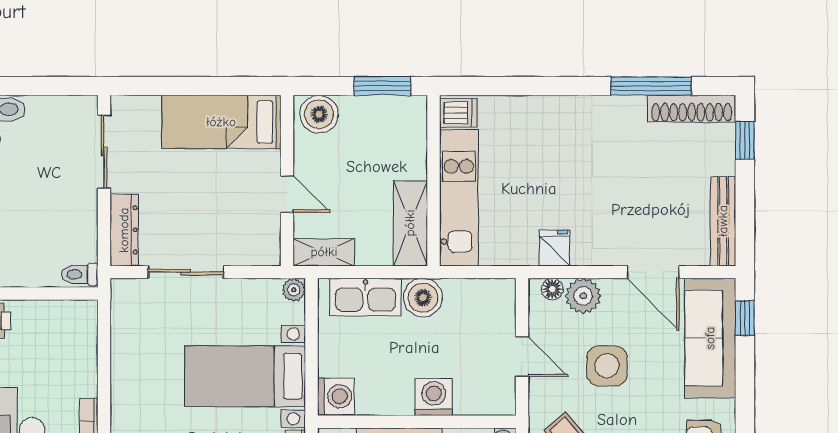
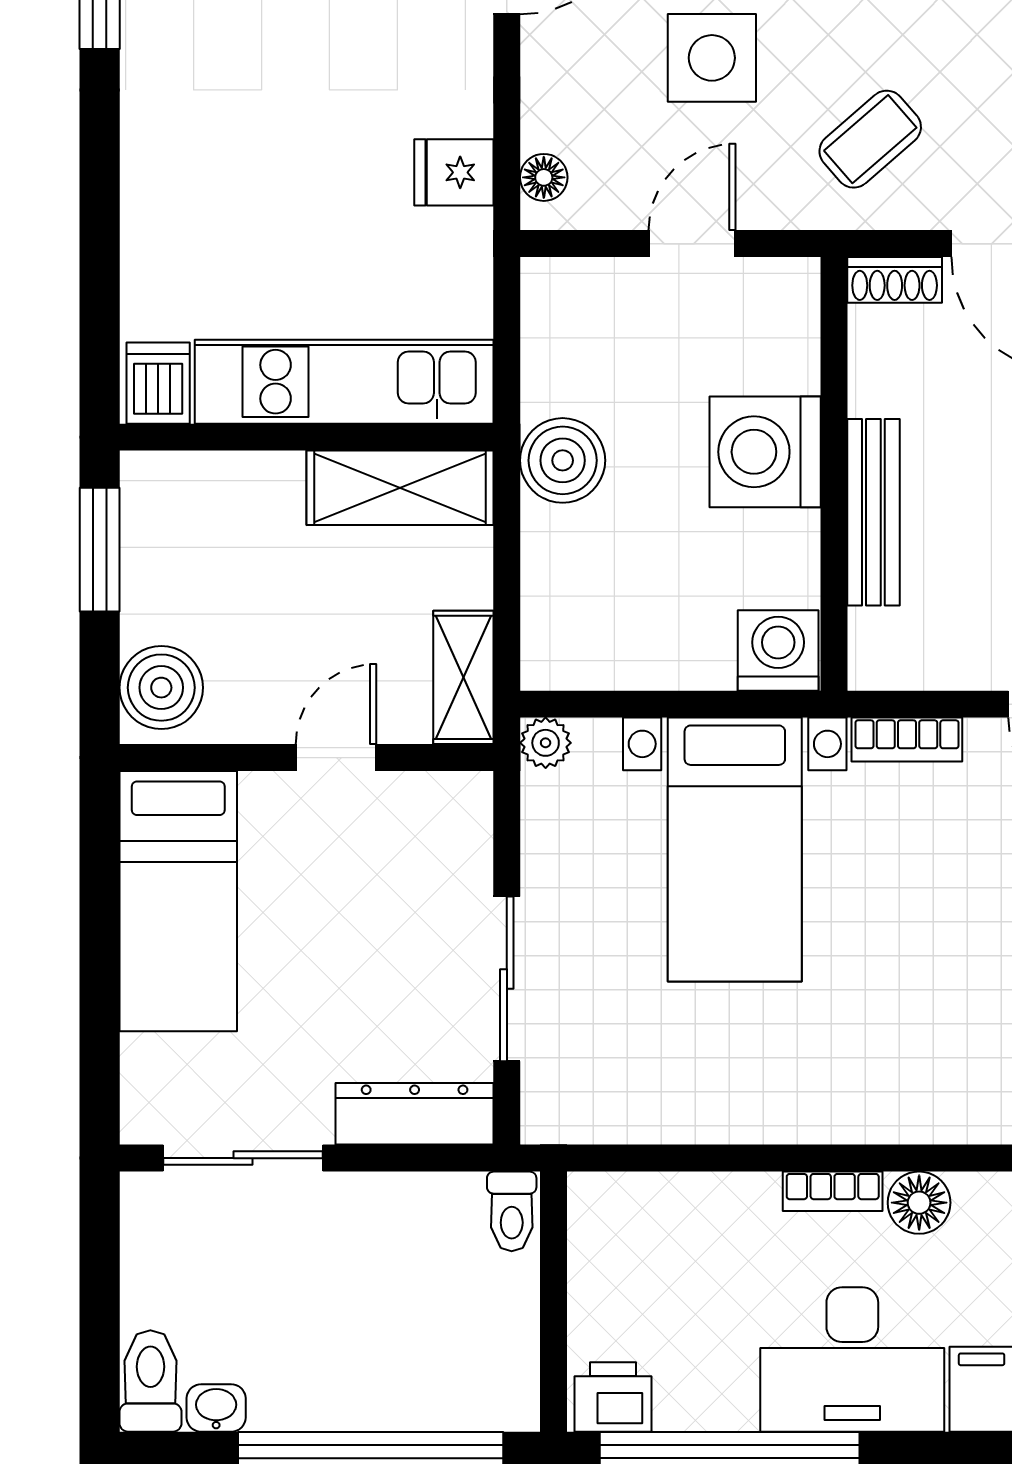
plant: (583, 296) -> (559, 110), removed
kitchen sink: (365, 297) -> (561, 586), removed
washing machine: (434, 397) -> (765, 452), width x1.37, depth x1.37

